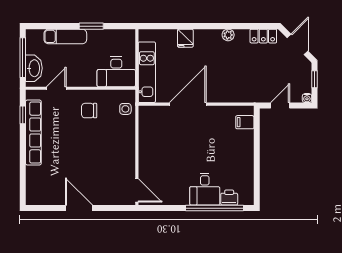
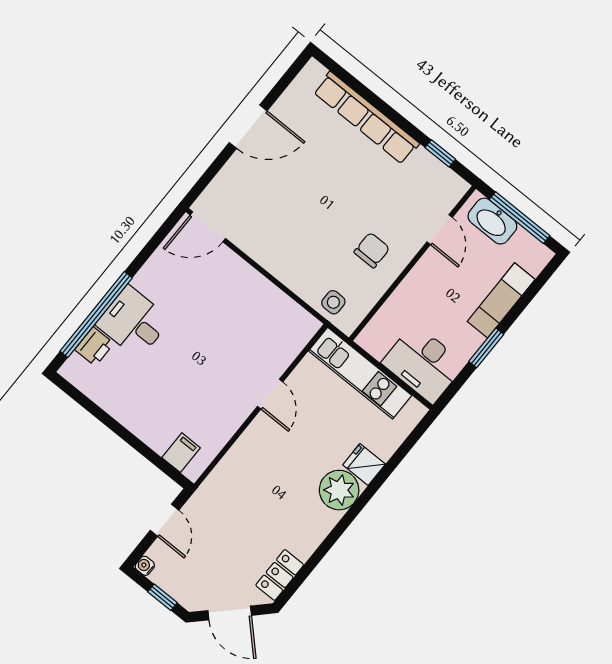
plant: (228, 35) -> (339, 490), moved, width x1.88, depth x1.88
desk: (116, 72) -> (423, 363), moved, turned -90
door: (188, 104) -> (270, 394), width x0.53
row of seats: (33, 132) -> (366, 118), moved

